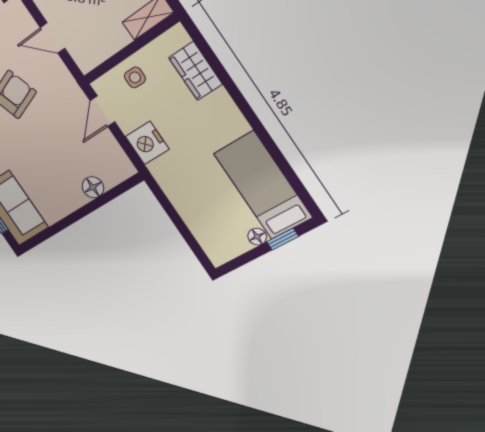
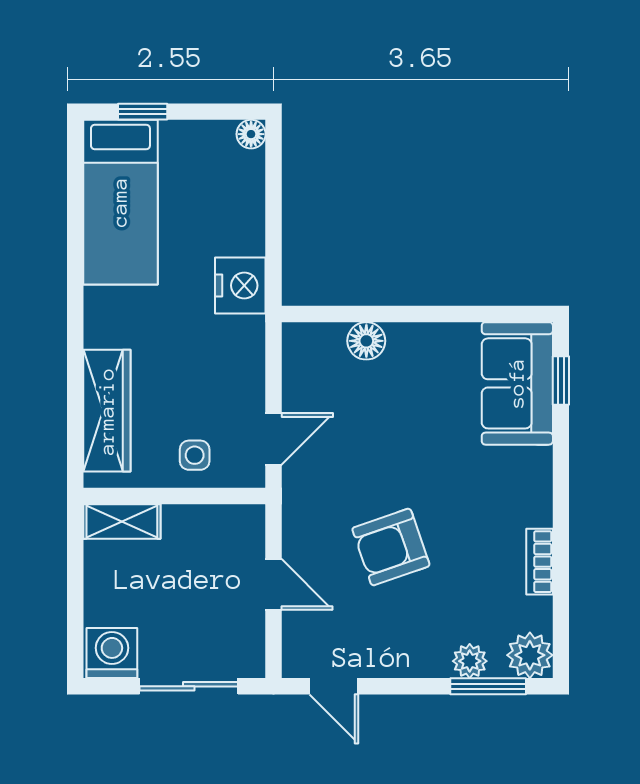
wardrobe: (195, 71) -> (107, 411), width x1.50
nightstand: (147, 143) -> (240, 285), moved
floor lamp: (257, 237) -> (251, 134), moved

